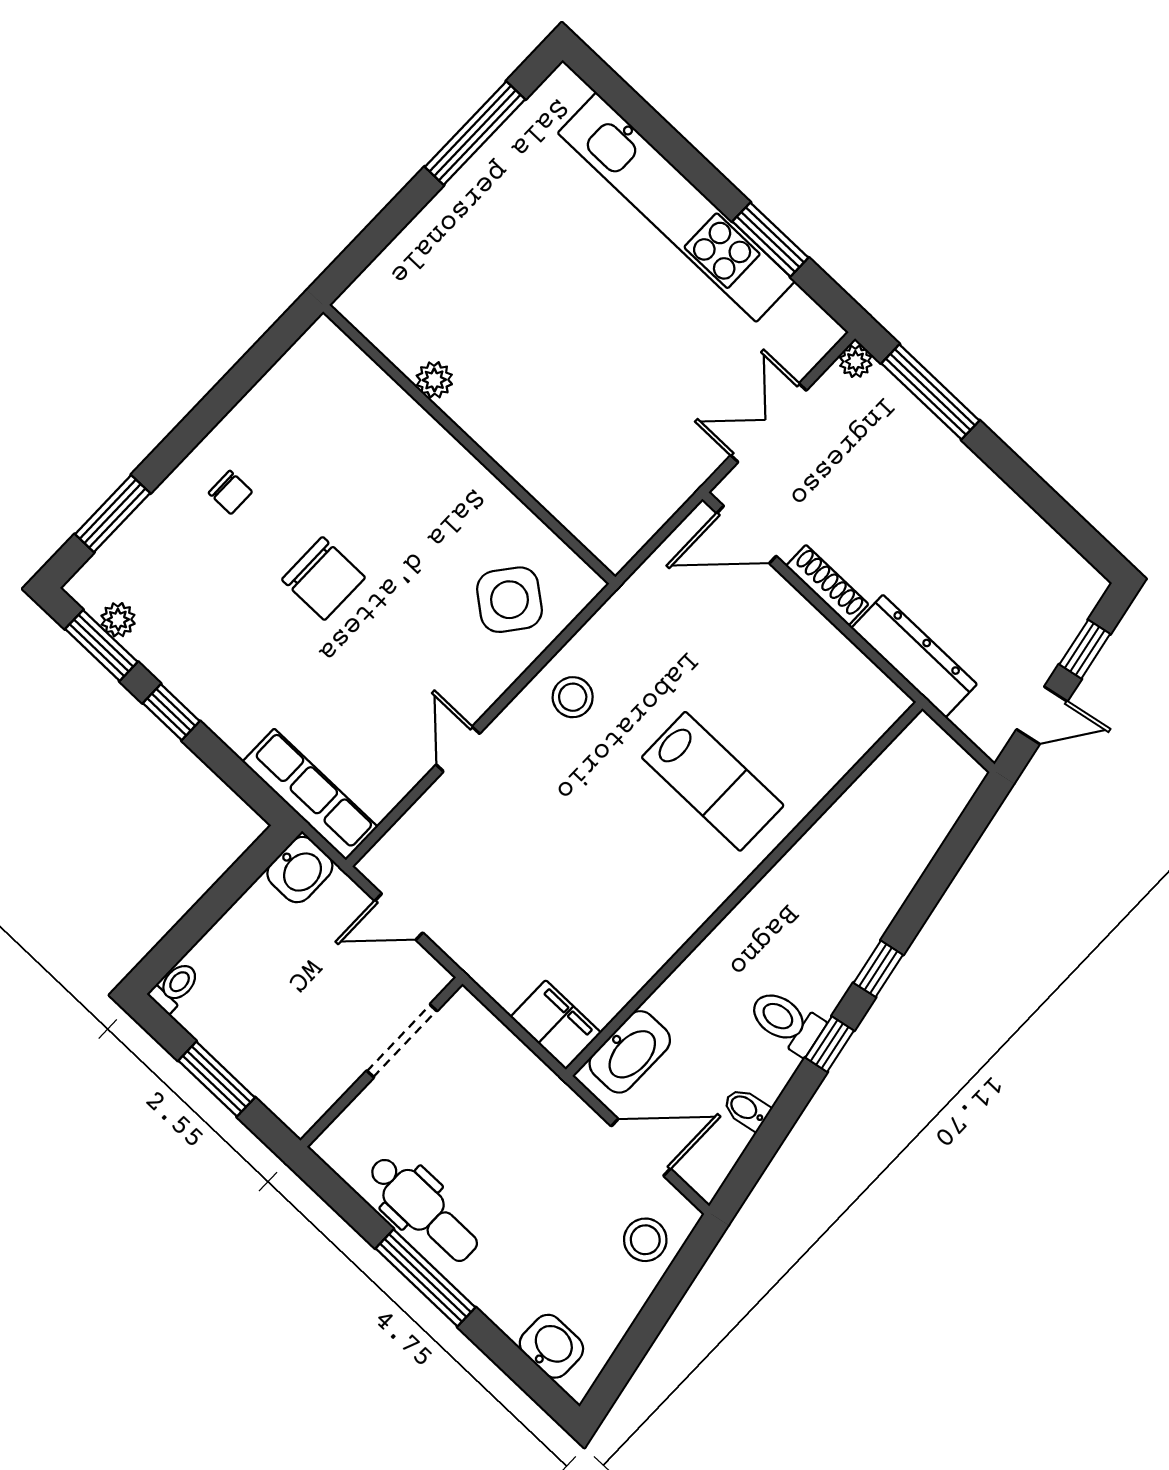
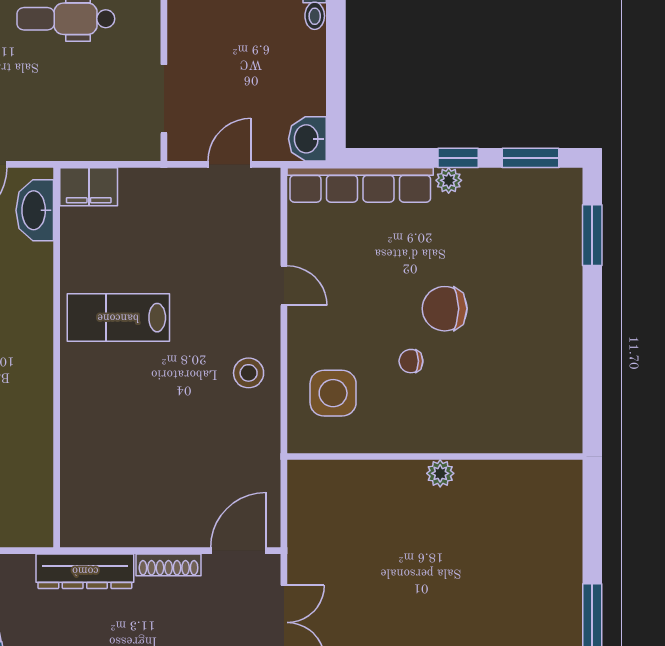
plant: (434, 380) -> (440, 473), moved
chair: (230, 492) -> (411, 361), moved
side table: (509, 600) -> (333, 393), turned -38
plant: (118, 620) -> (449, 180), moved
lab bench: (713, 781) -> (118, 318), moved
row of seats: (310, 794) -> (360, 185), width x1.36

